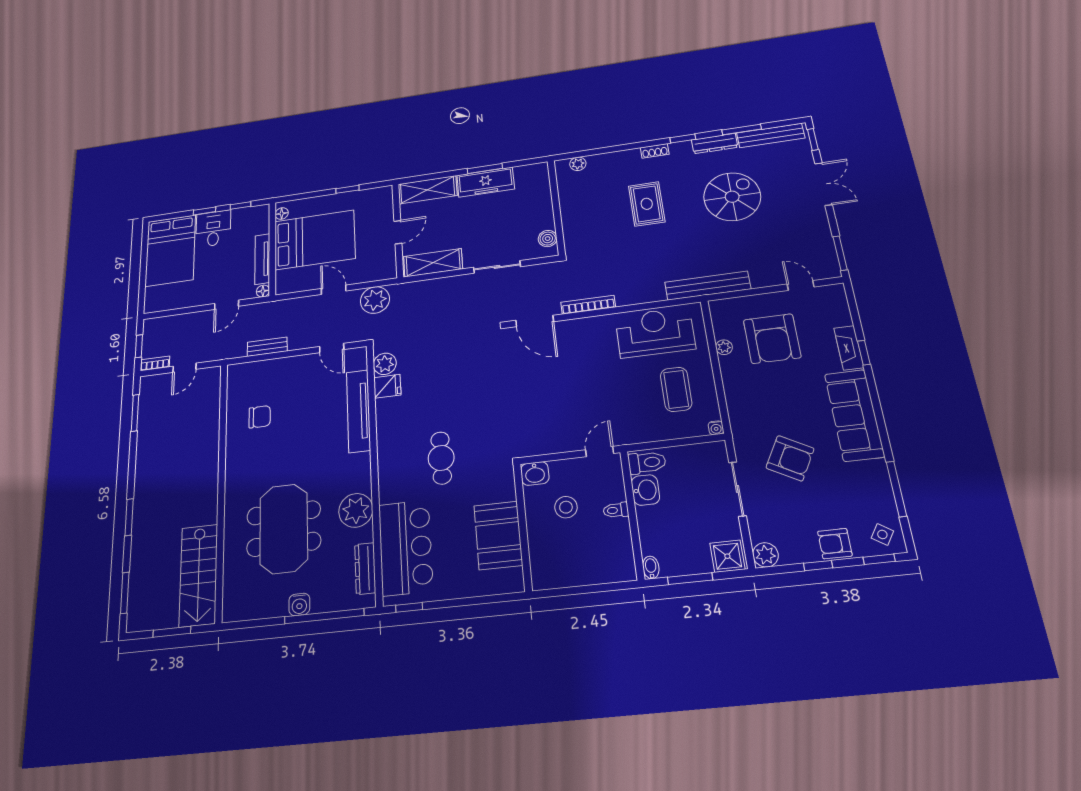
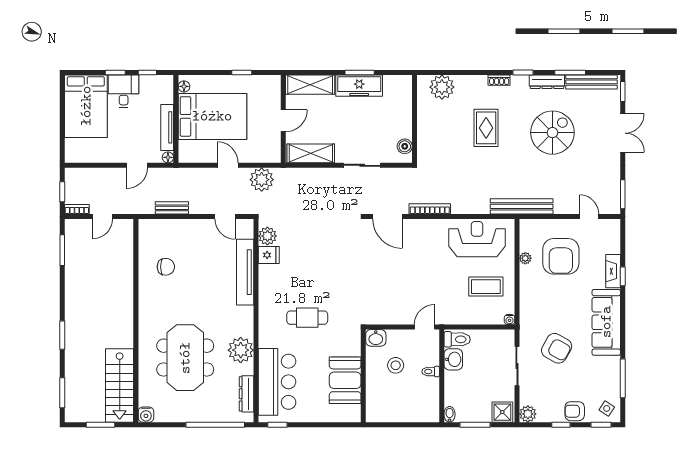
plant: (578, 164) -> (442, 87), width x1.88, depth x1.88
coffee table: (676, 389) -> (486, 287), turned 90
cafe table: (441, 458) -> (307, 318), turned 90
water cooler: (299, 604) -> (146, 415), moved

